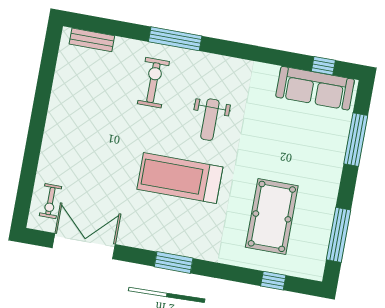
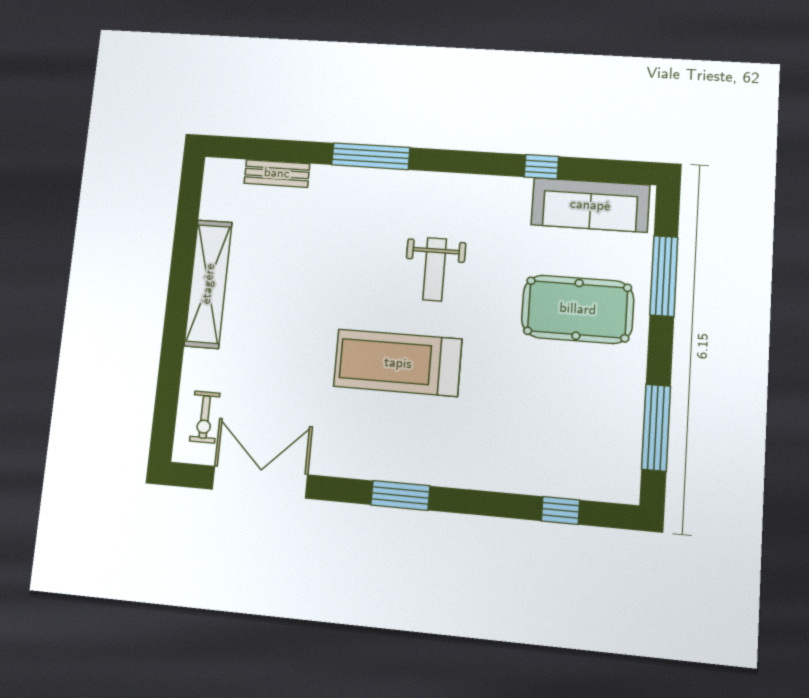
bench: (92, 40) -> (277, 173), moved
window: (323, 66) -> (541, 167), moved
exercise bike: (153, 83) -> (344, 224), removed
shelving: (59, 113) -> (208, 284), added
pool table: (272, 216) -> (578, 309), moved, turned 90

